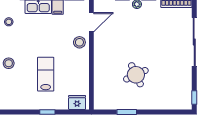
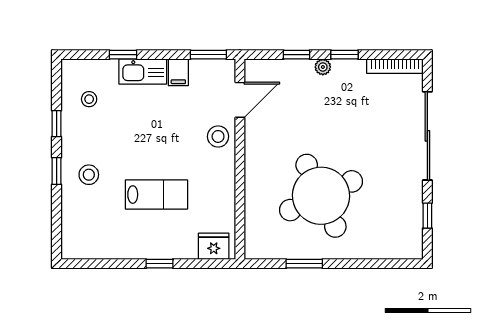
lab bench: (46, 74) -> (156, 195), turned 90
round table: (136, 75) -> (321, 196), width x1.86, depth x1.86
window: (194, 98) -> (427, 216), moved

